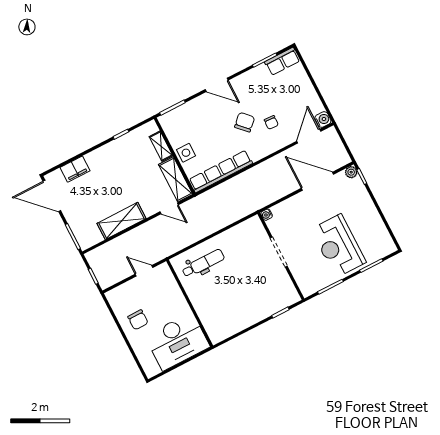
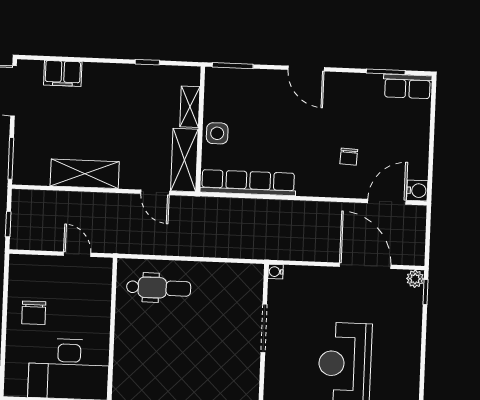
chair: (245, 122) -> (315, 137), removed

